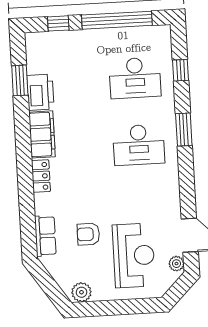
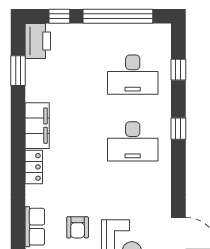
printer: (40, 92) -> (38, 41), moved
window: (184, 129) -> (178, 129), width x0.67
armchair: (88, 234) -> (78, 227), turned -90

